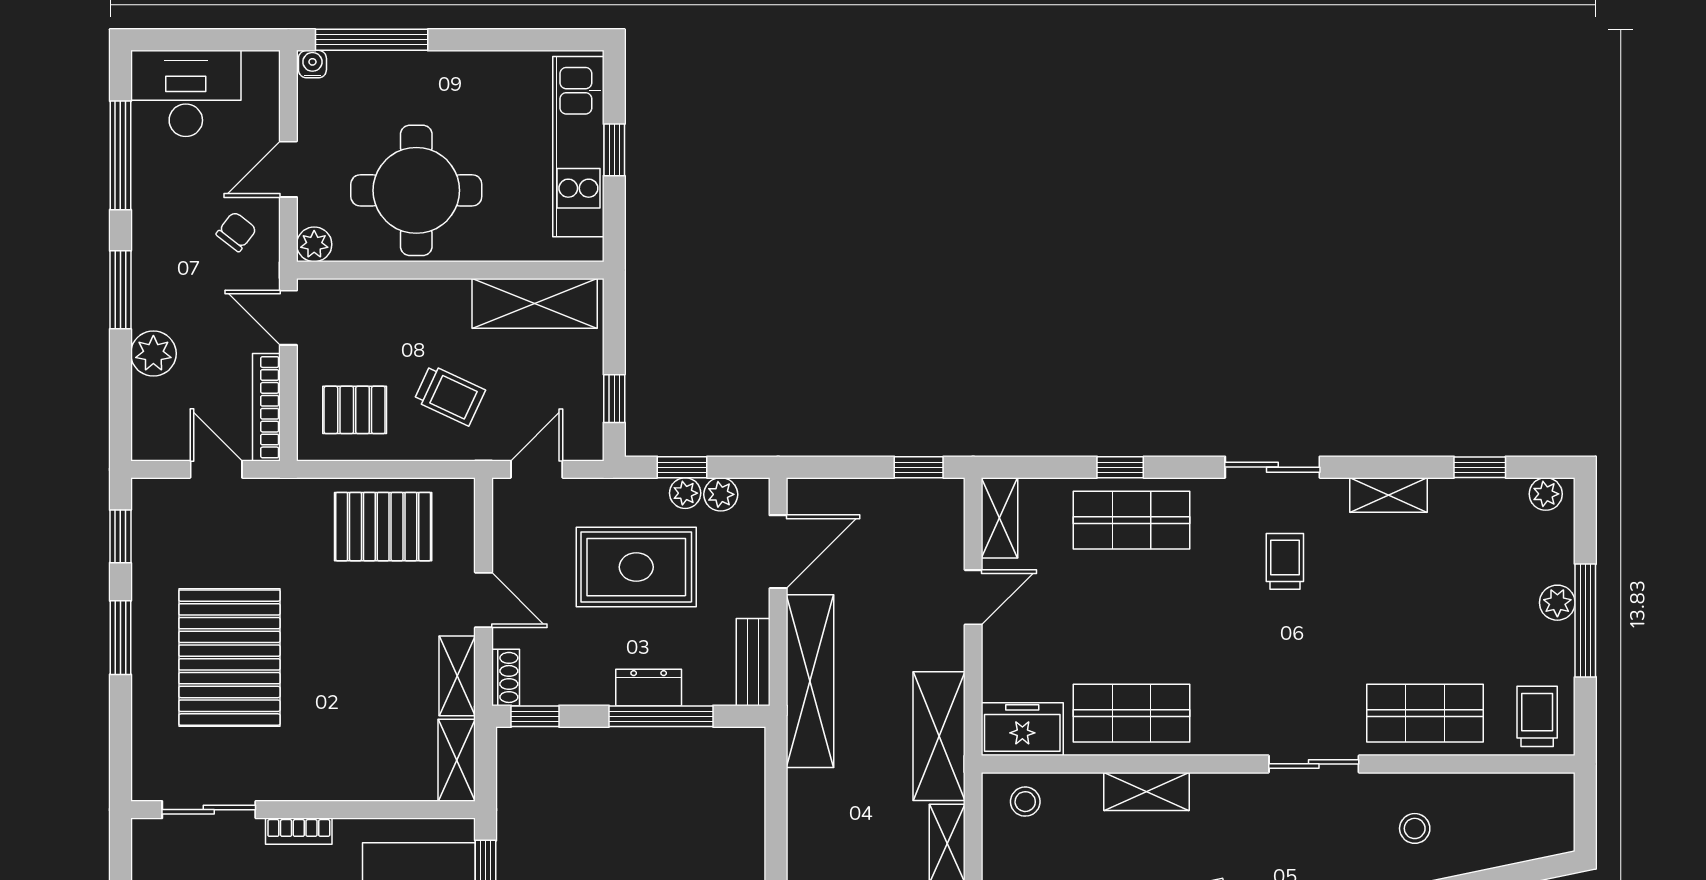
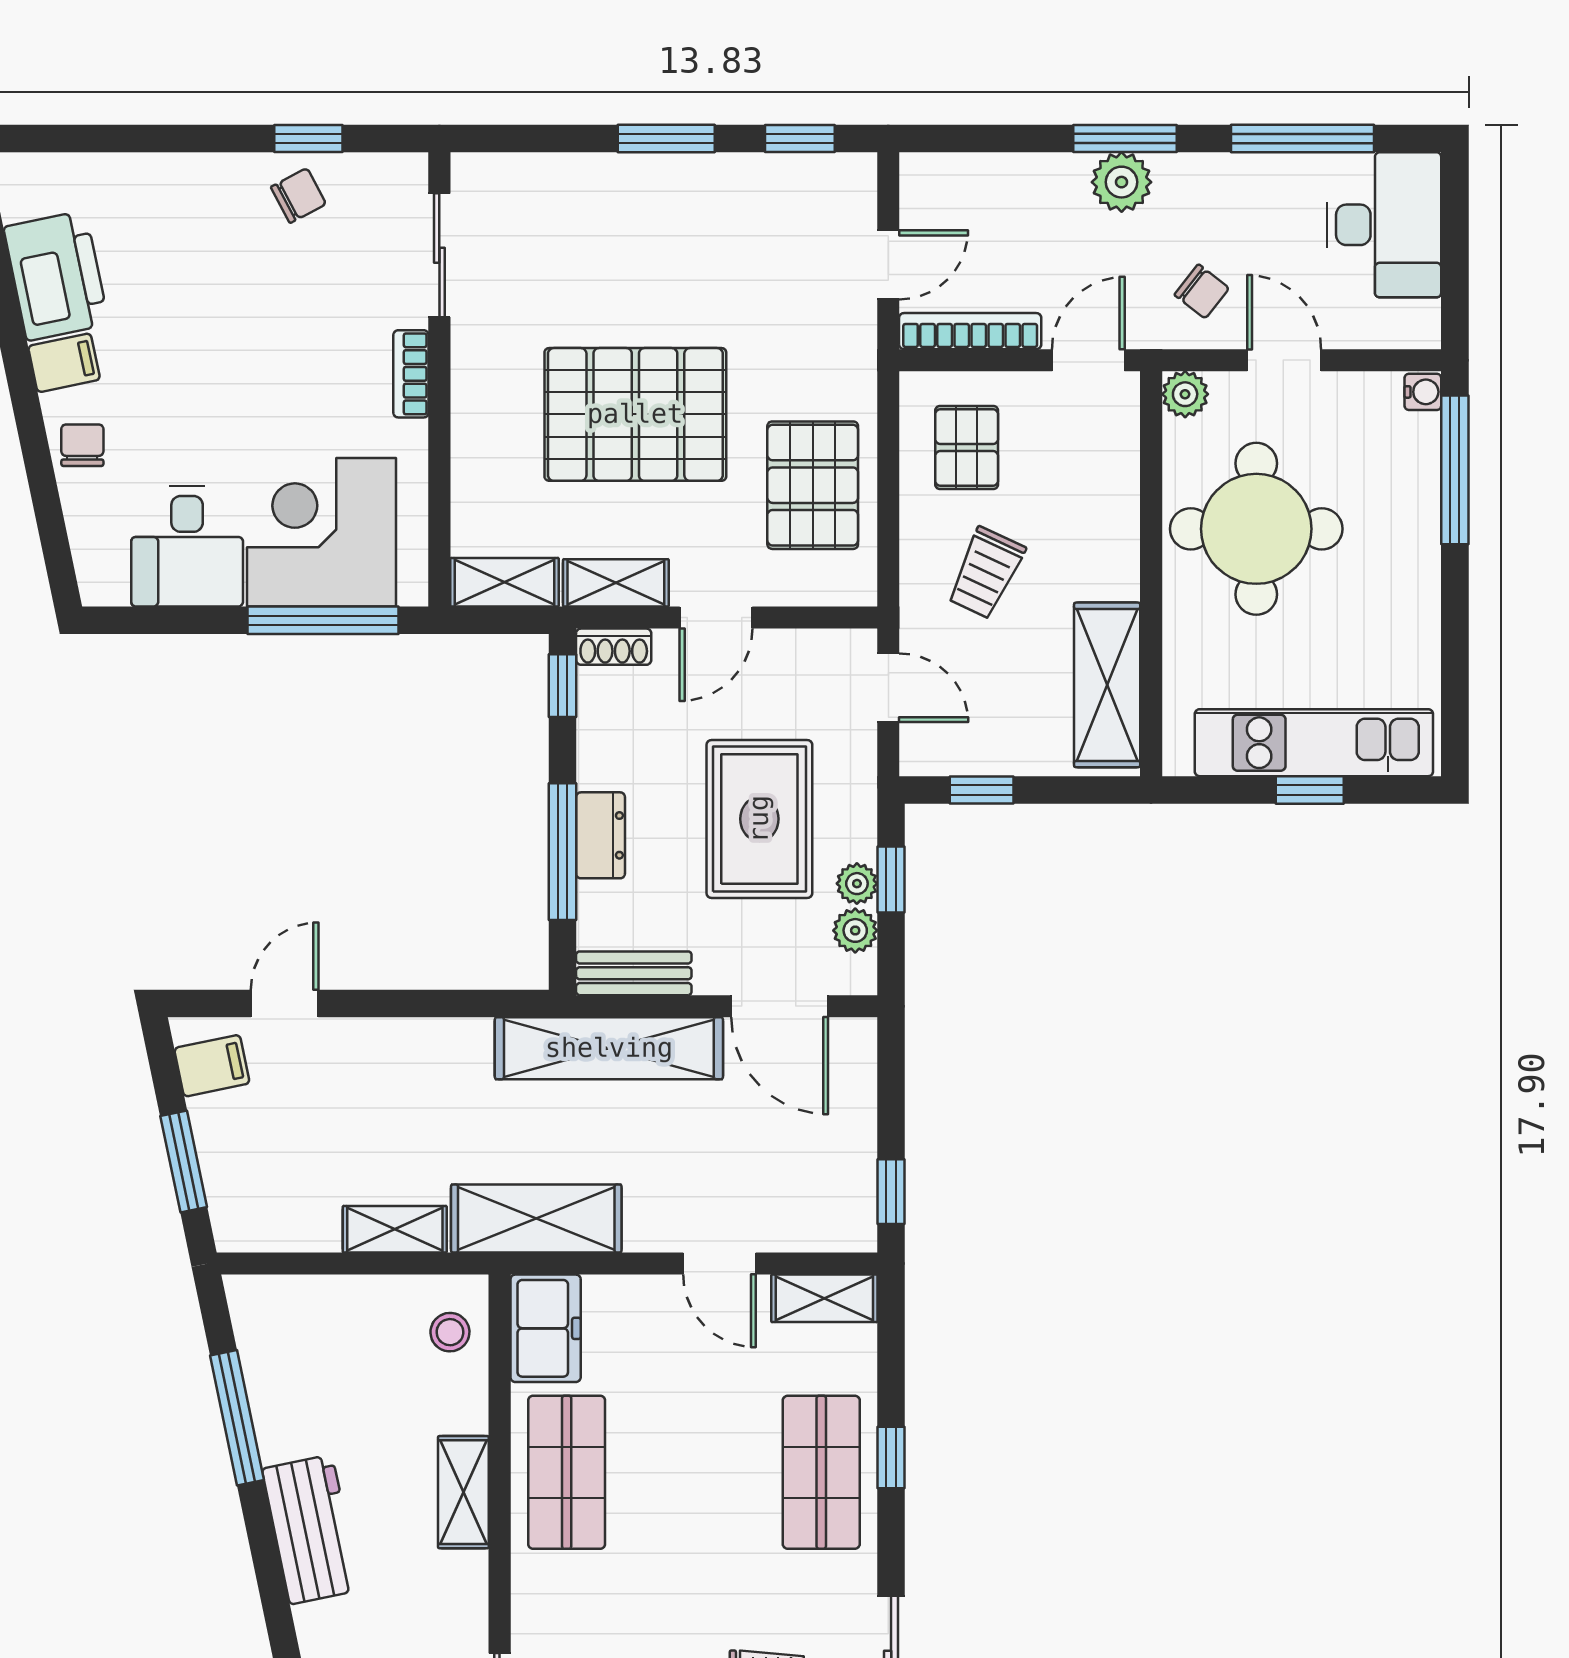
plant: (153, 354) -> (1122, 182), moved
pallet: (229, 658) -> (635, 414), moved

